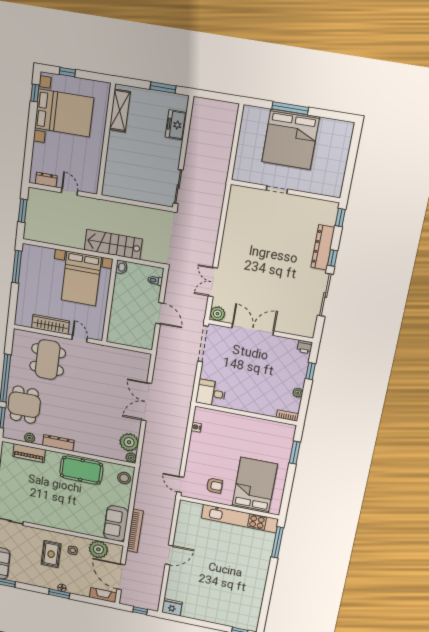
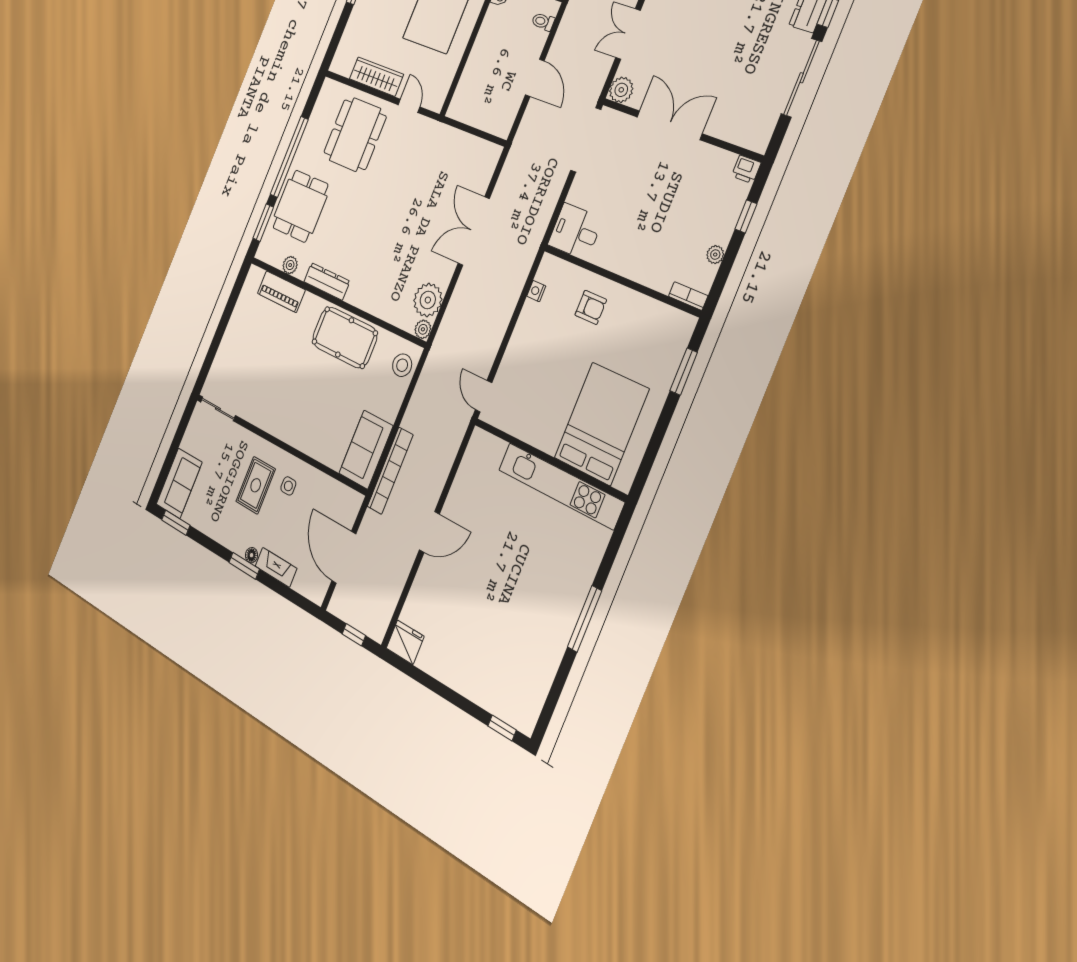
armchair: (214, 486) -> (591, 307), moved
window: (277, 542) -> (585, 619), moved
plant: (98, 549) -> (326, 494), removed
fireplace: (103, 595) -> (276, 567), moved

